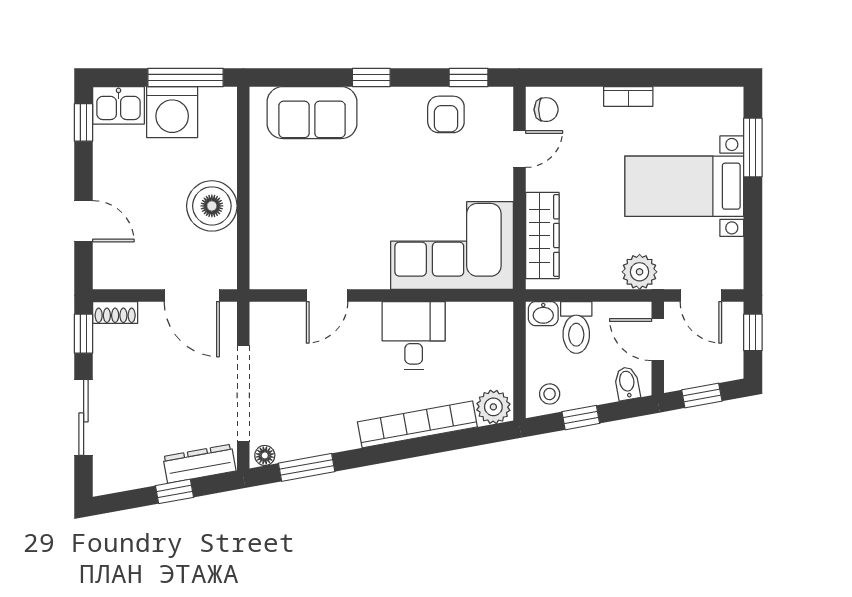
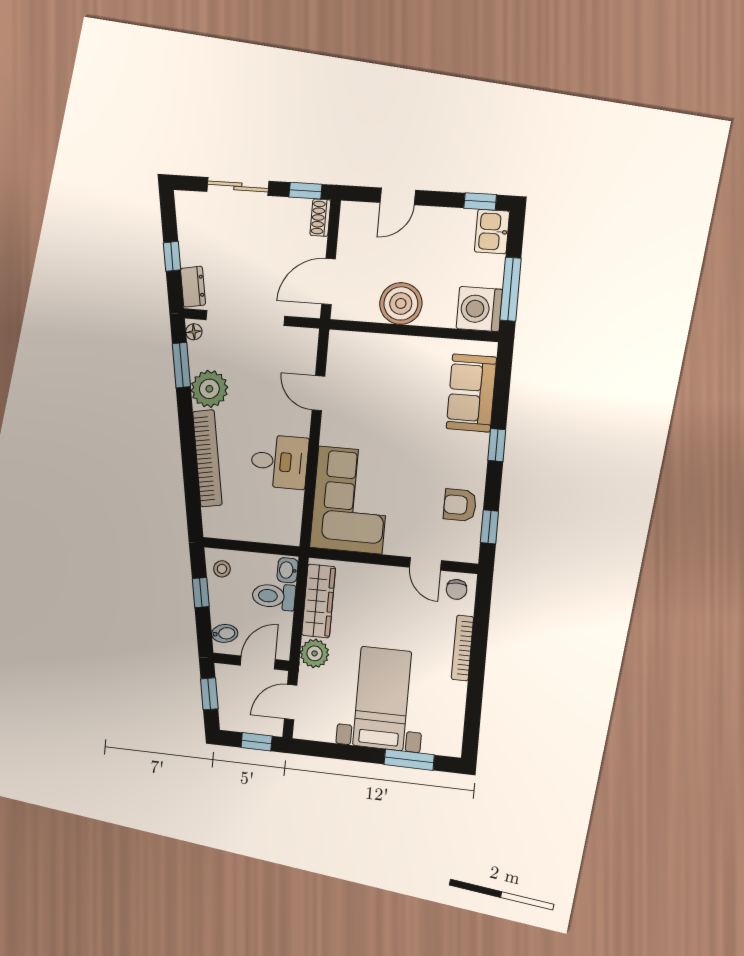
bookcase: (628, 97) -> (462, 648), width x1.56
washing machine: (172, 112) -> (479, 309), moved
wardrobe: (542, 236) -> (319, 601), moved, turned -90
plant: (493, 407) -> (209, 389), moved, width x1.36, depth x1.36
dresser: (199, 464) -> (193, 287), width x0.70

